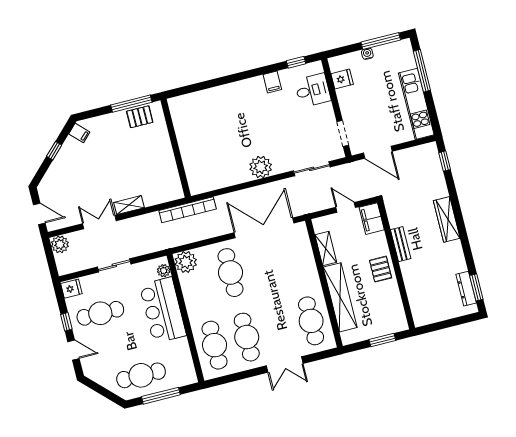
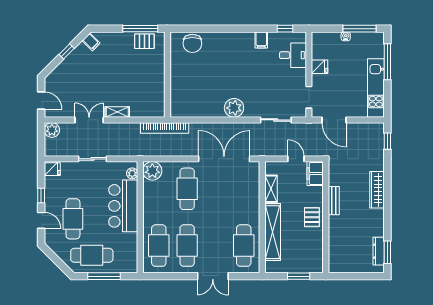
fridge: (342, 79) -> (320, 67), moved
chair: (195, 106) -> (192, 43), added
cafe table: (100, 313) -> (73, 219), moved, turned 90

